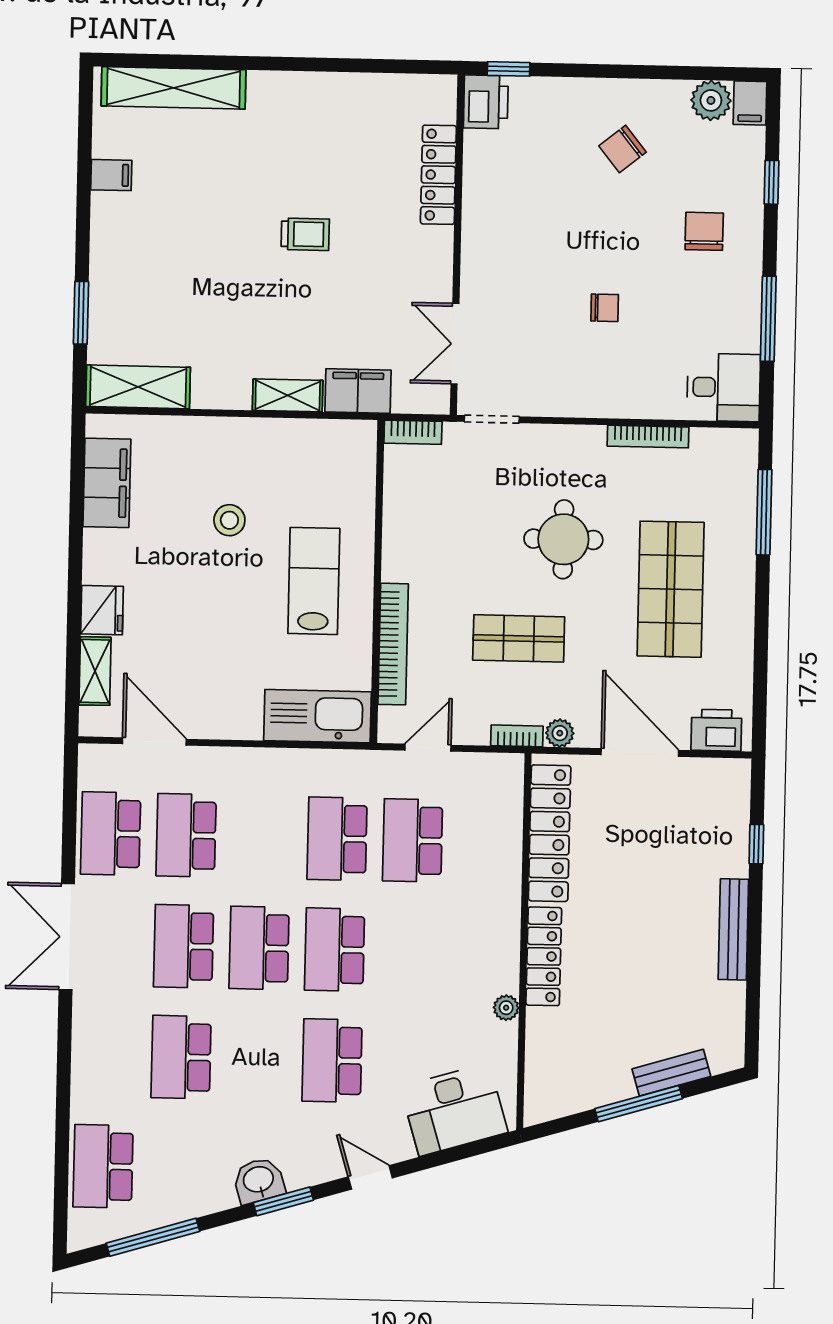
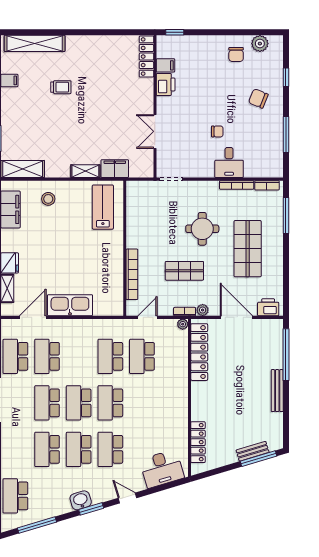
printer: (486, 102) -> (166, 85), moved
filing cabinet: (750, 103) -> (165, 65), moved, turned -90
chair: (623, 149) -> (236, 54), moved, turned -51
locker: (438, 175) -> (146, 57), moved
chair: (704, 231) -> (258, 98), turned -68
trolley: (305, 234) -> (61, 87), moved
double door: (455, 344) -> (155, 131), moved
desk: (724, 387) -> (229, 163), moved, turned 90
bookcase: (413, 432) -> (267, 185), moved
stool: (229, 520) -> (48, 199), moved
lab bench: (314, 581) -> (103, 207), moved
kitchen sink: (318, 716) -> (70, 305), moved
door: (154, 741) -> (33, 317), hinge flipped
window: (756, 844) -> (286, 355), width x3.17
locker: (544, 956) -> (198, 442), moved
plant: (506, 1008) -> (183, 324), moved
school desk: (257, 1059) -> (79, 449), added
window: (639, 1104) -> (258, 459), moved

